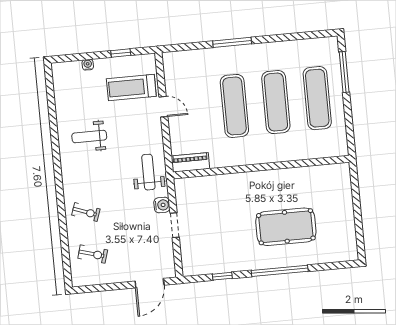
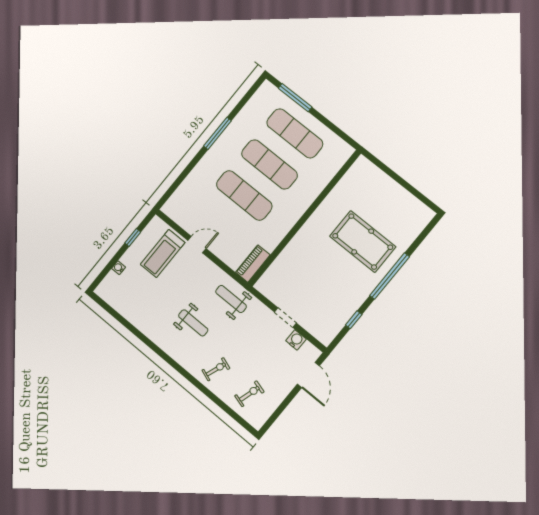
window: (232, 42) -> (217, 133), moved
weight bench: (89, 137) -> (193, 323), moved, turned -90
water cooler: (162, 205) -> (296, 340), moved
pool table: (286, 227) -> (363, 242), turned 90

